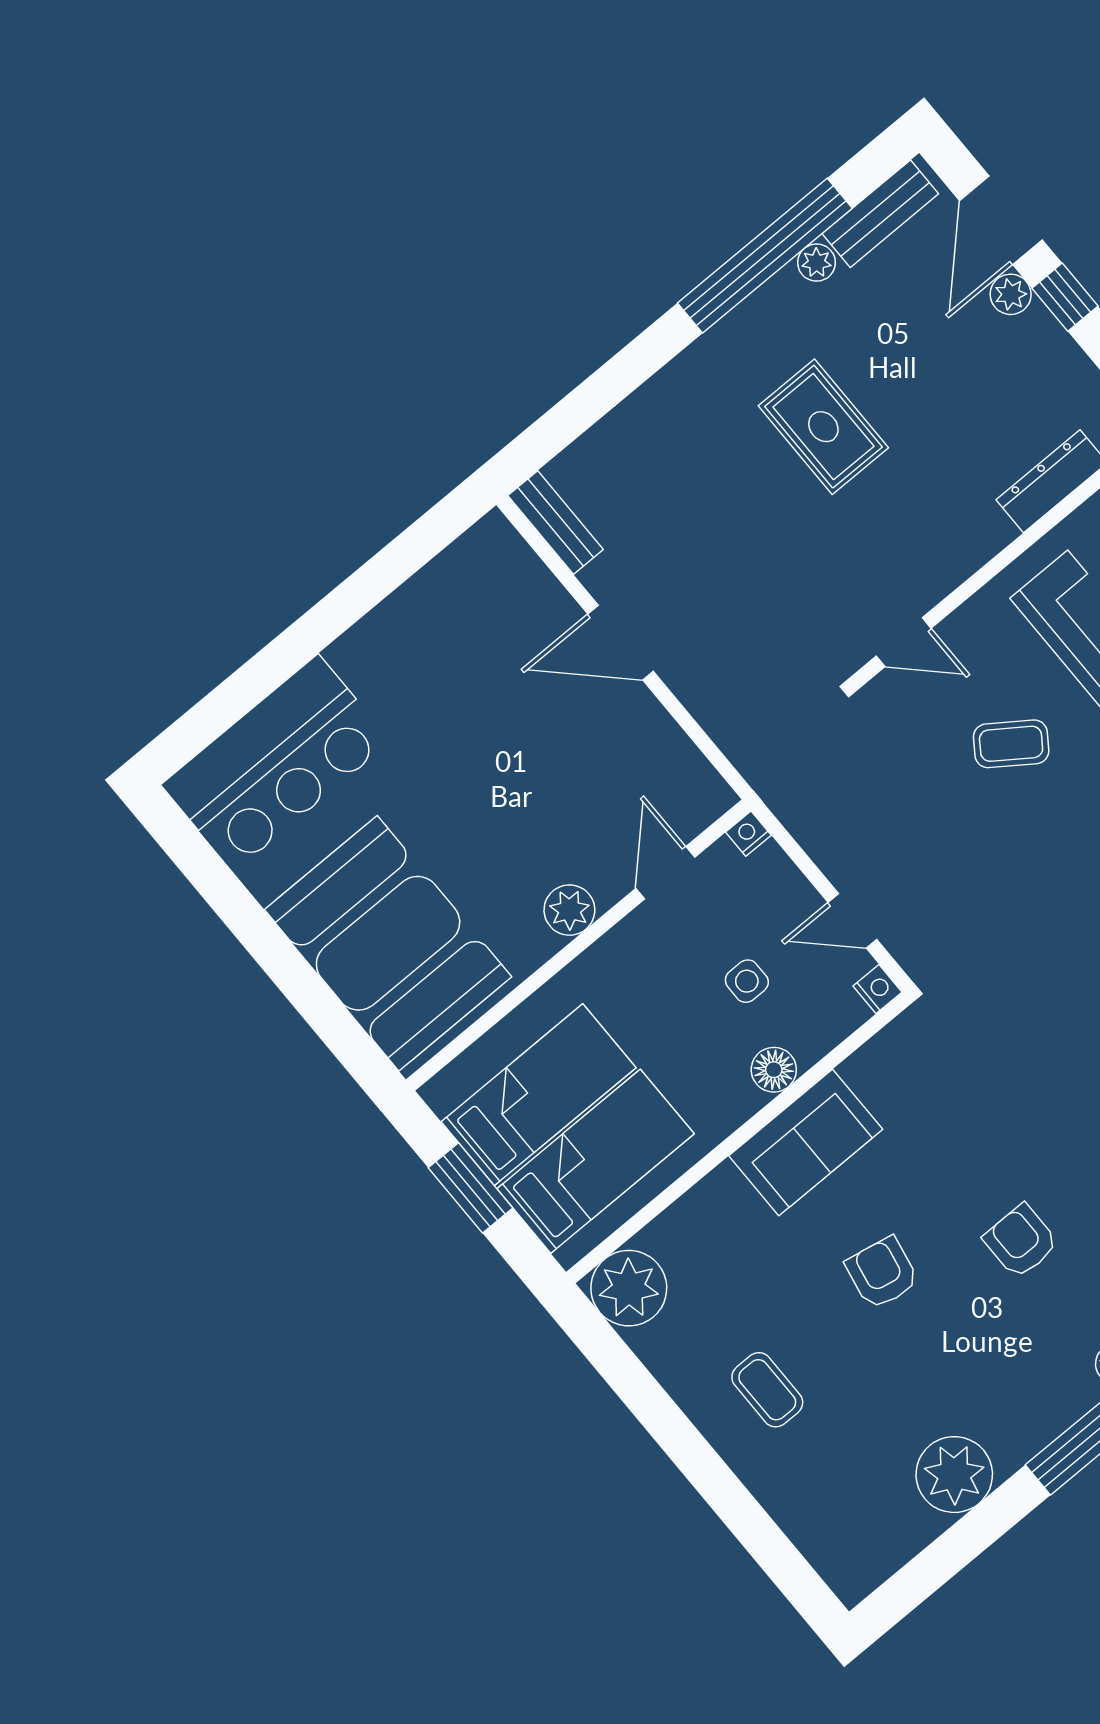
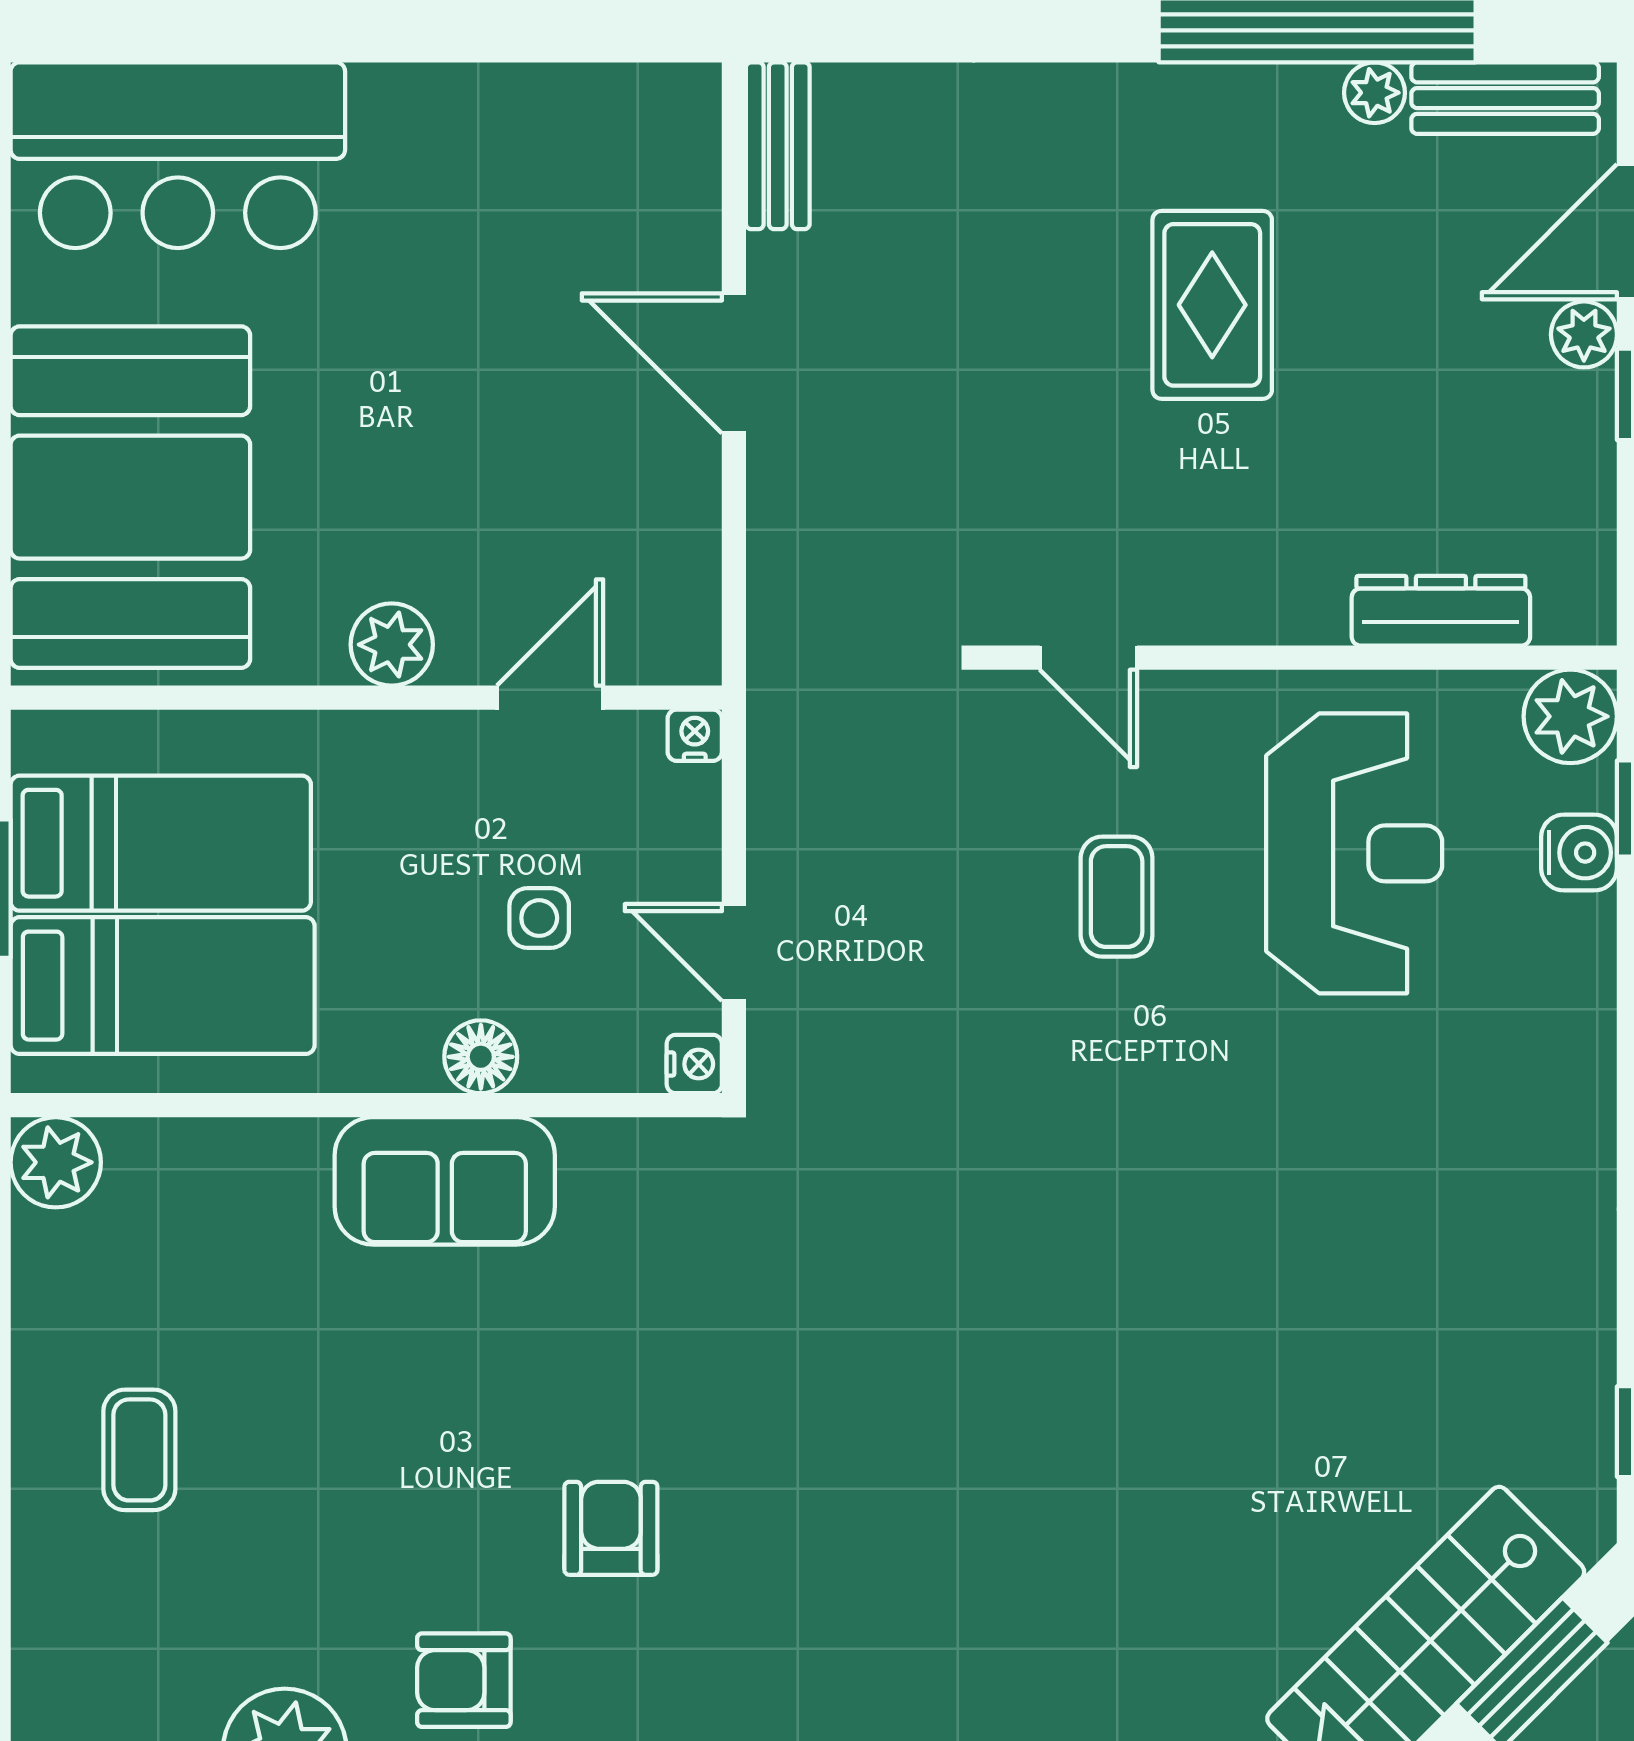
coffee table: (1011, 744) -> (1117, 897), turned 55
armchair: (882, 1273) -> (464, 1680), moved, turned -101
plant: (629, 1288) -> (56, 1162), width x0.73, depth x0.73

